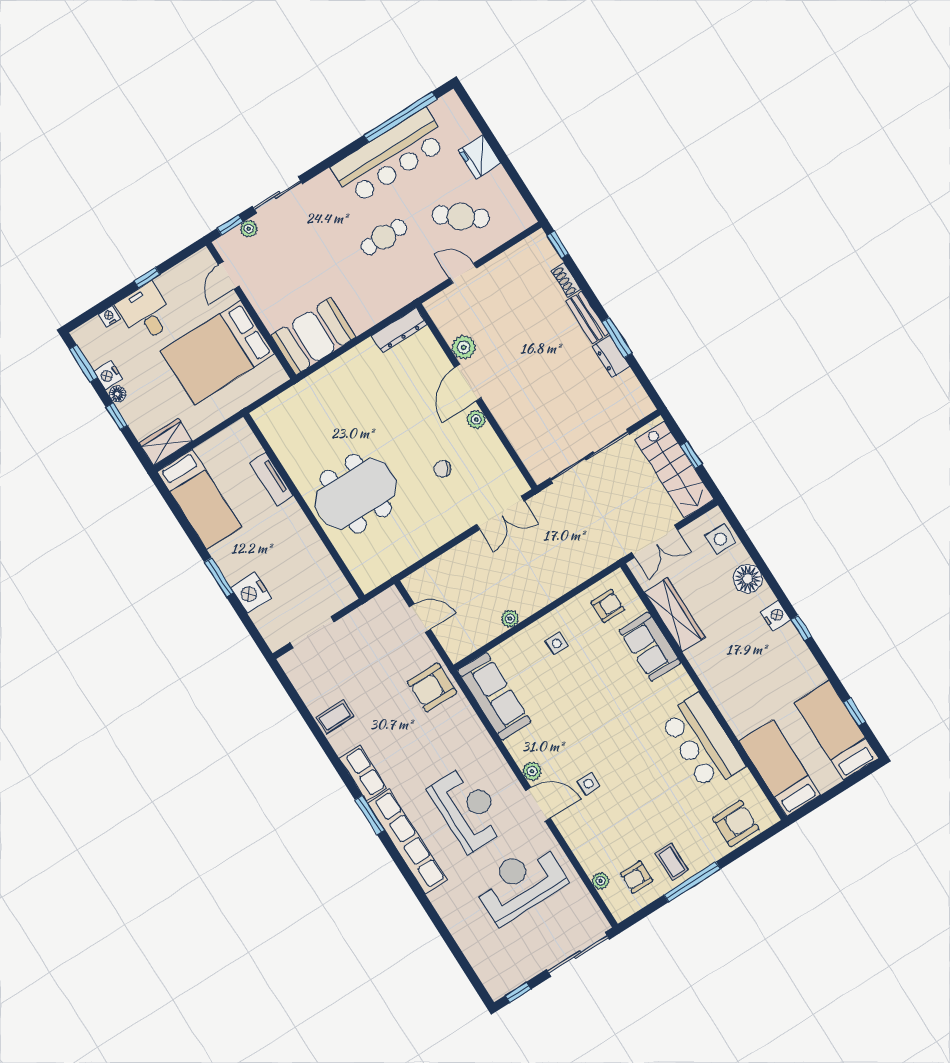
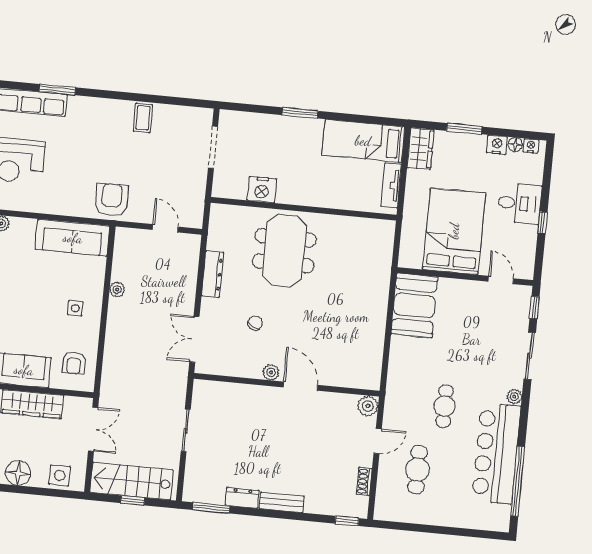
fridge: (480, 157) -> (448, 514), removed
cafe table: (461, 217) -> (418, 470), turned -37
plant: (249, 229) -> (514, 397), moved
shoe rack: (566, 280) -> (364, 481), moved, turned -90
nightstand: (109, 316) -> (531, 146), moved, turned -90
dresser: (399, 330) -> (213, 274), moved, turned 180
window: (617, 338) -> (211, 508), moved
plant: (464, 347) -> (368, 406), moved
window: (83, 364) -> (518, 134), removed
floor lamp: (117, 394) -> (515, 144), moved
window: (117, 416) -> (464, 129), width x1.50
sliding door: (590, 456) -> (186, 430), width x0.54
tv unit: (271, 479) -> (391, 185), moved, turned -90
double door: (655, 541) -> (93, 429), swing flipped
nightstand: (251, 593) -> (262, 190), moved, turned 180
door: (420, 618) -> (165, 228), swing flipped
row of seats: (363, 773) -> (90, 107), removed

